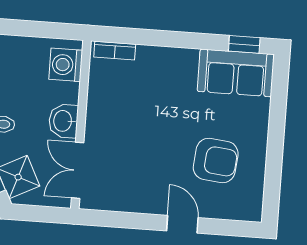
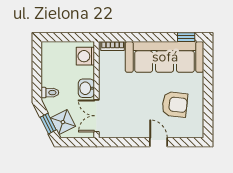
sofa: (236, 73) -> (165, 57), width x1.85, depth x1.27

